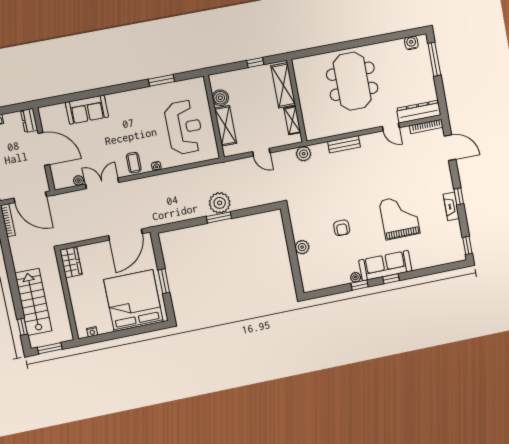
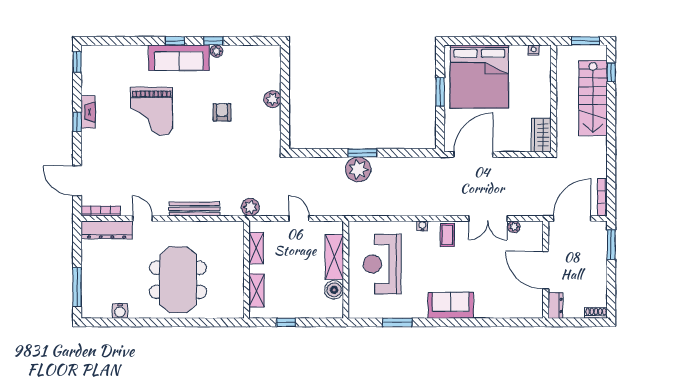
water cooler: (411, 43) -> (120, 311), moved
shelving: (283, 85) -> (256, 290), width x0.67, depth x0.75
sofa: (87, 110) -> (451, 305), moved
bench: (344, 144) -> (194, 209), width x1.36
door: (30, 197) -> (572, 218), hinge flipped

